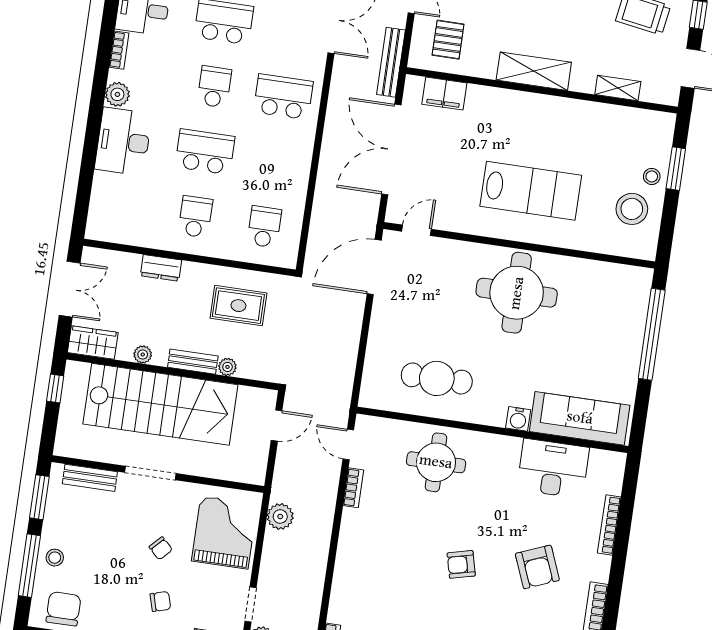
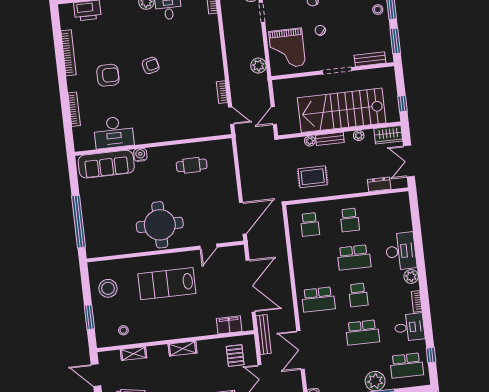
shelving: (534, 71) -> (183, 349), width x0.67, depth x0.75
stool: (652, 176) -> (123, 330), moved
door: (416, 230) -> (208, 247), moved
dresser: (161, 268) -> (379, 184), moved
cafe table: (437, 378) -> (192, 165), width x0.73, depth x0.74
round table: (436, 462) -> (180, 119), removed
armchair: (537, 567) -> (108, 75), turned 112

